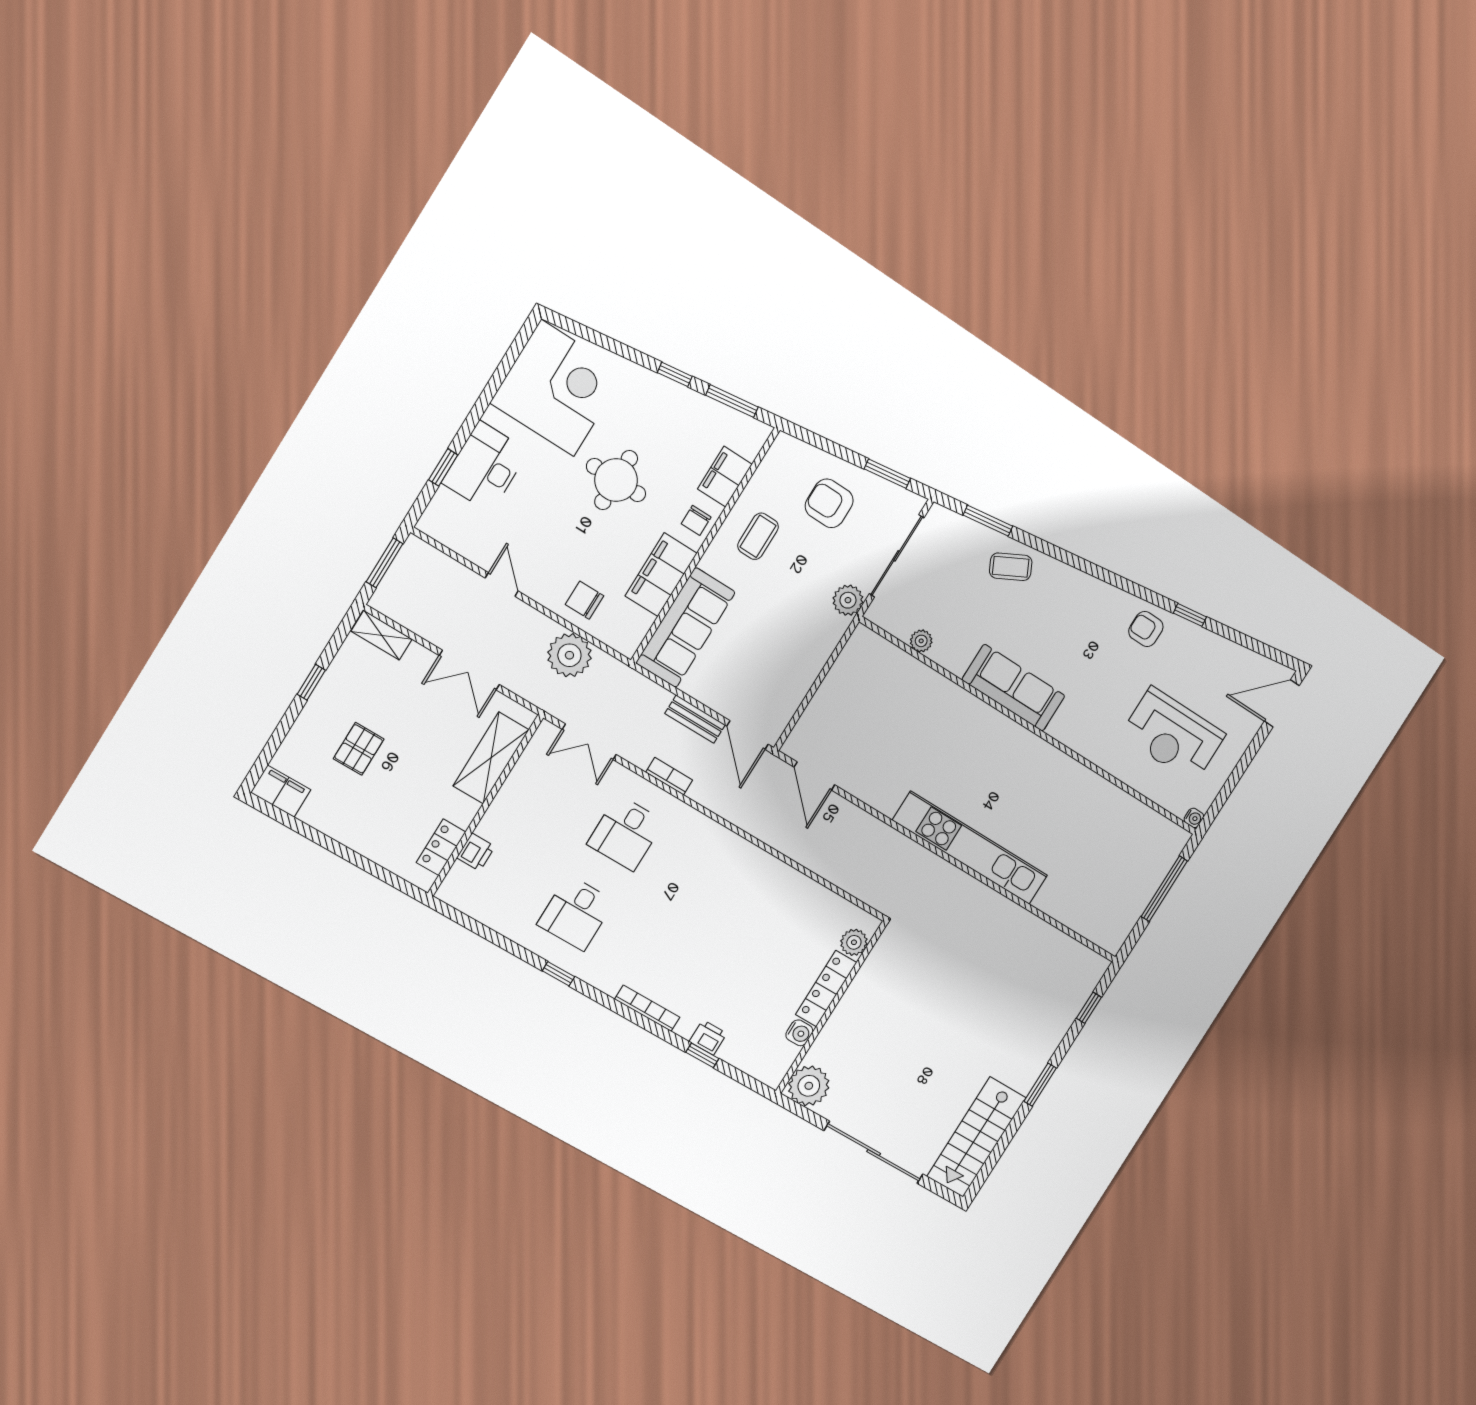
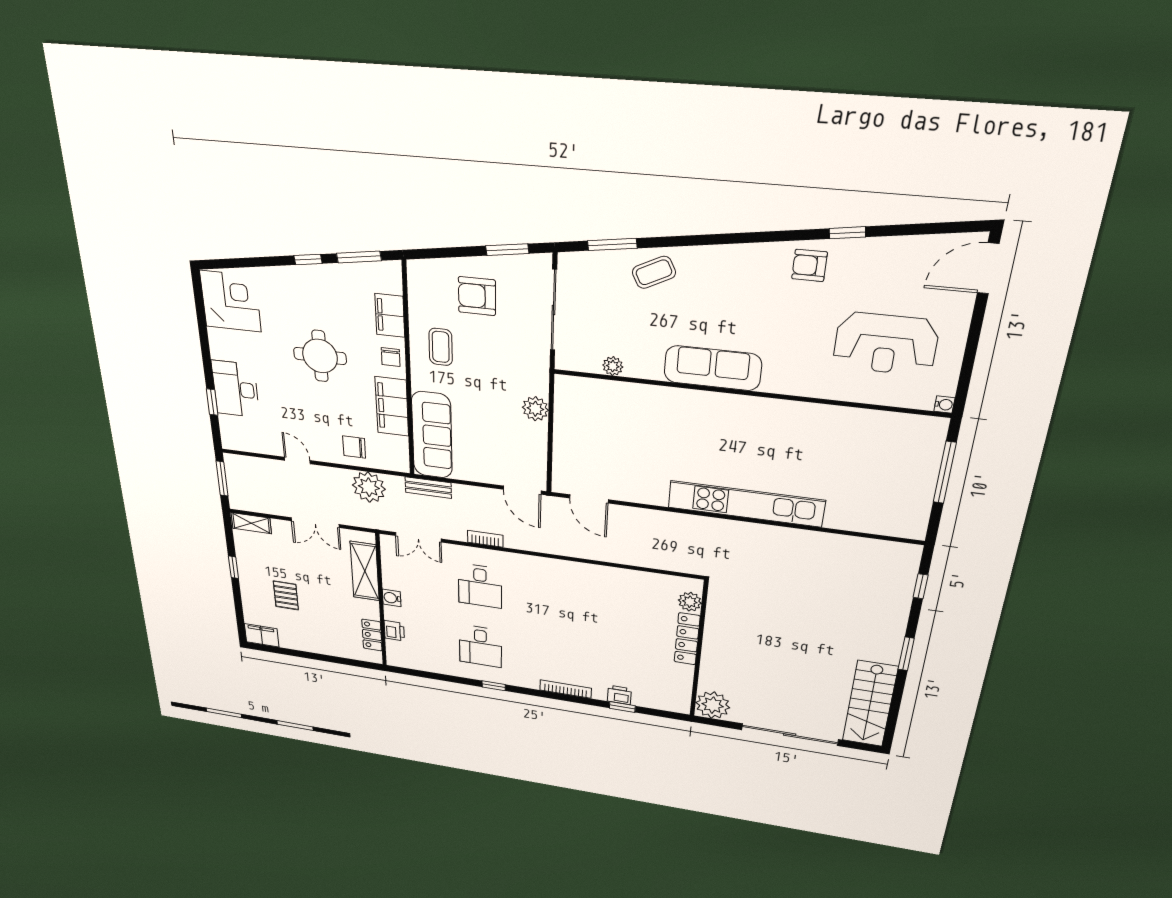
corner desk: (557, 388) -> (231, 301), width x0.74, depth x0.74
plant: (848, 600) -> (535, 409), moved
bench: (695, 719) -> (428, 488), moved
water cooler: (799, 1033) -> (392, 598), moved, turned 180

